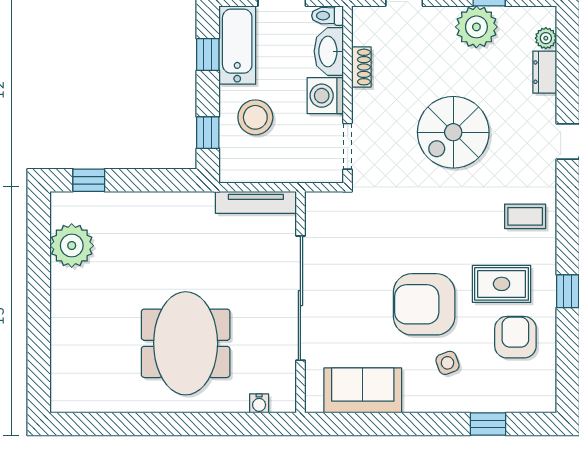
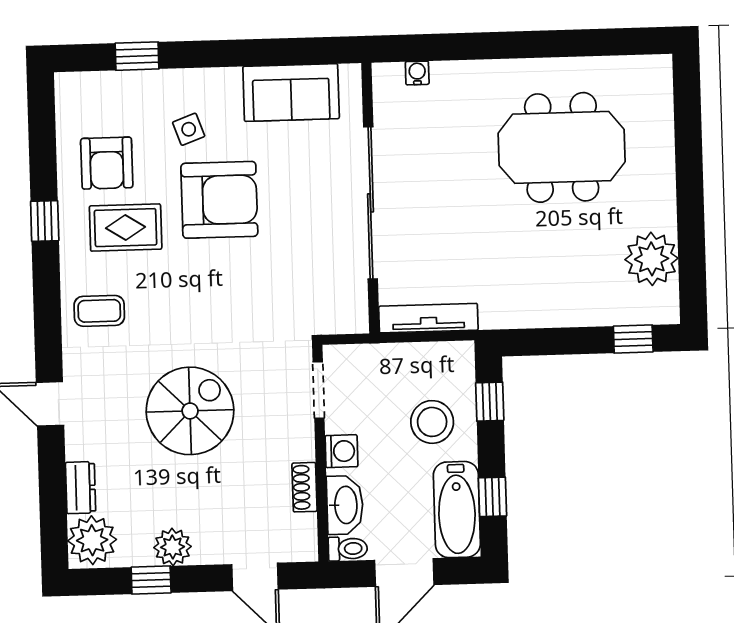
plant: (476, 27) -> (173, 547), width x0.73, depth x0.73
plant: (546, 38) -> (92, 540), width x1.87, depth x1.87
washing machine: (325, 96) -> (341, 451), width x0.73, depth x0.73
meeting table: (186, 343) -> (562, 147), moved, turned 90

